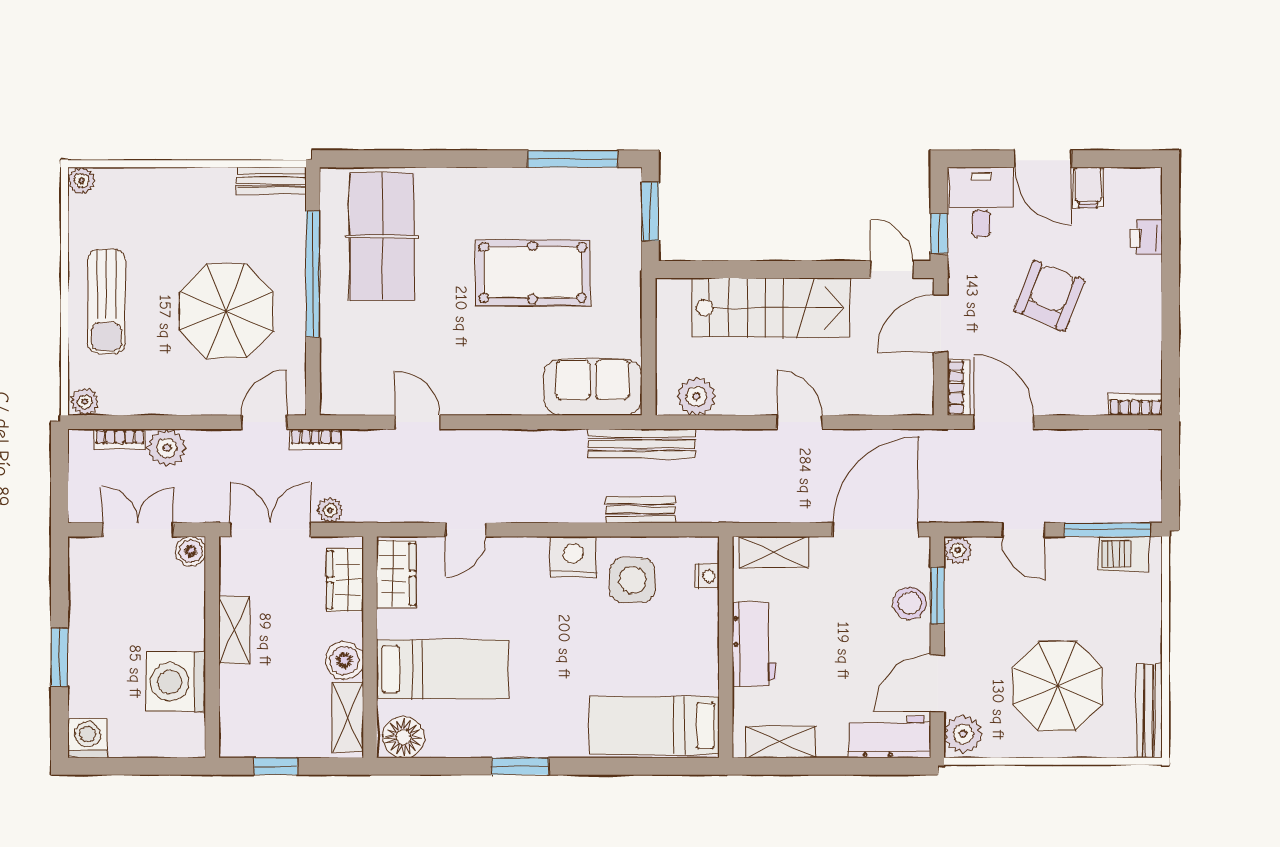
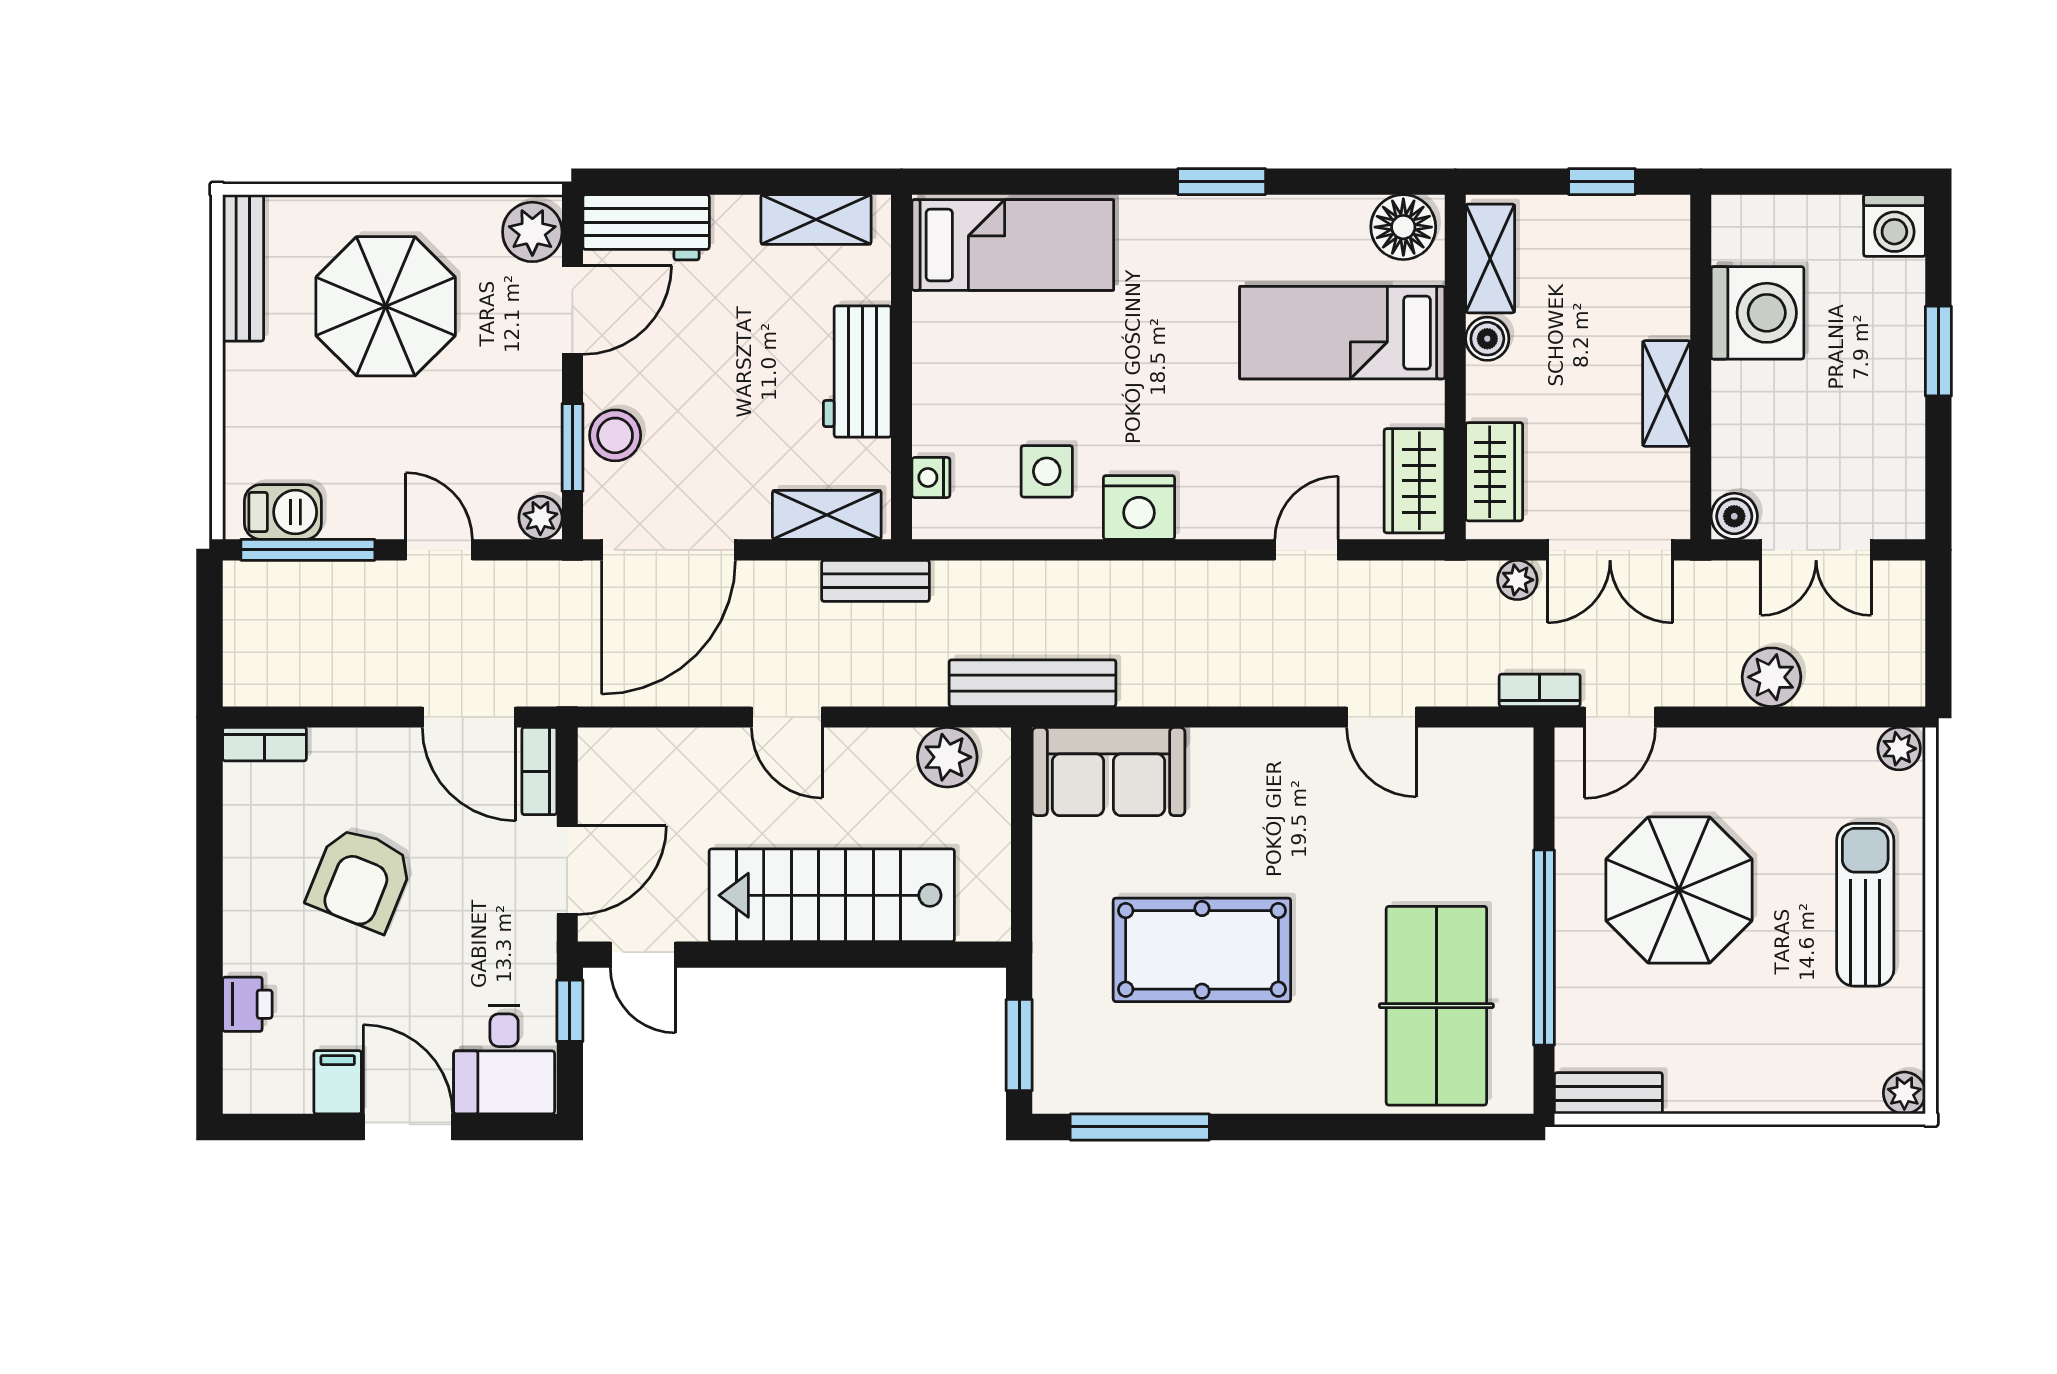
armchair: (1049, 296) -> (360, 879), moved
bookcase: (120, 439) -> (1844, 691), removed
bench: (640, 510) -> (875, 581), moved
side table: (632, 580) -> (1047, 471), width x0.73, depth x0.73
boiler: (344, 660) -> (1487, 339), width x0.73, depth x0.73

